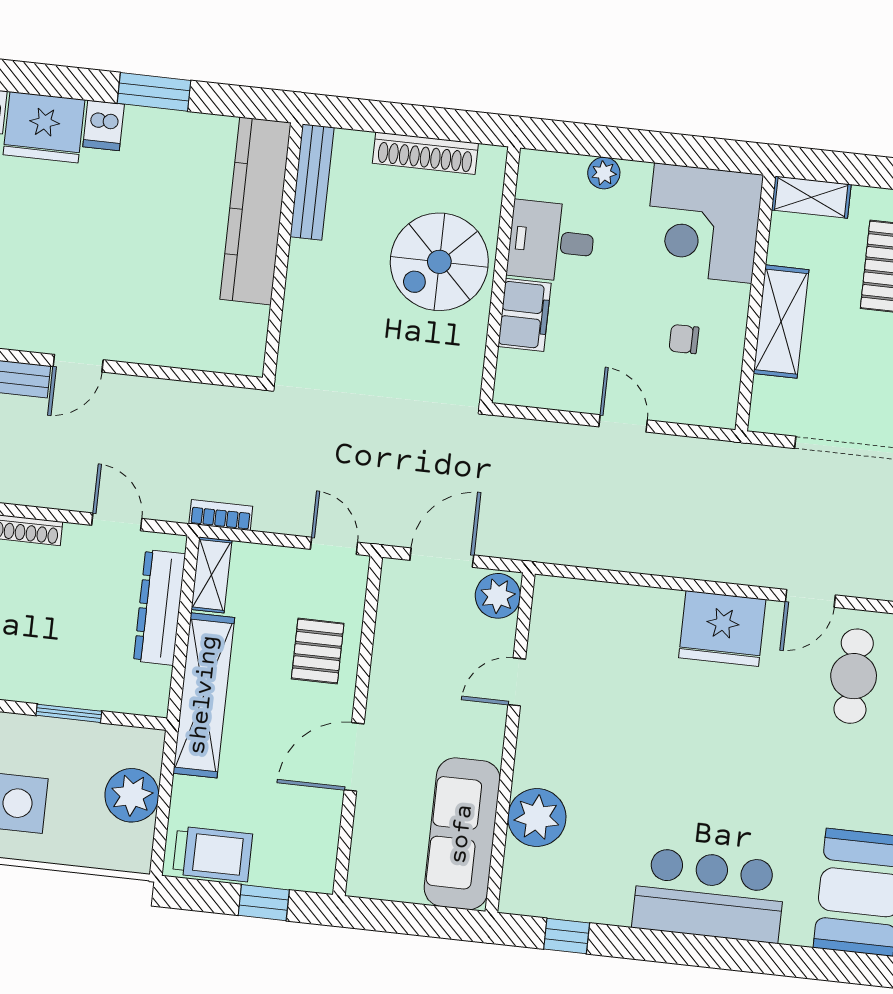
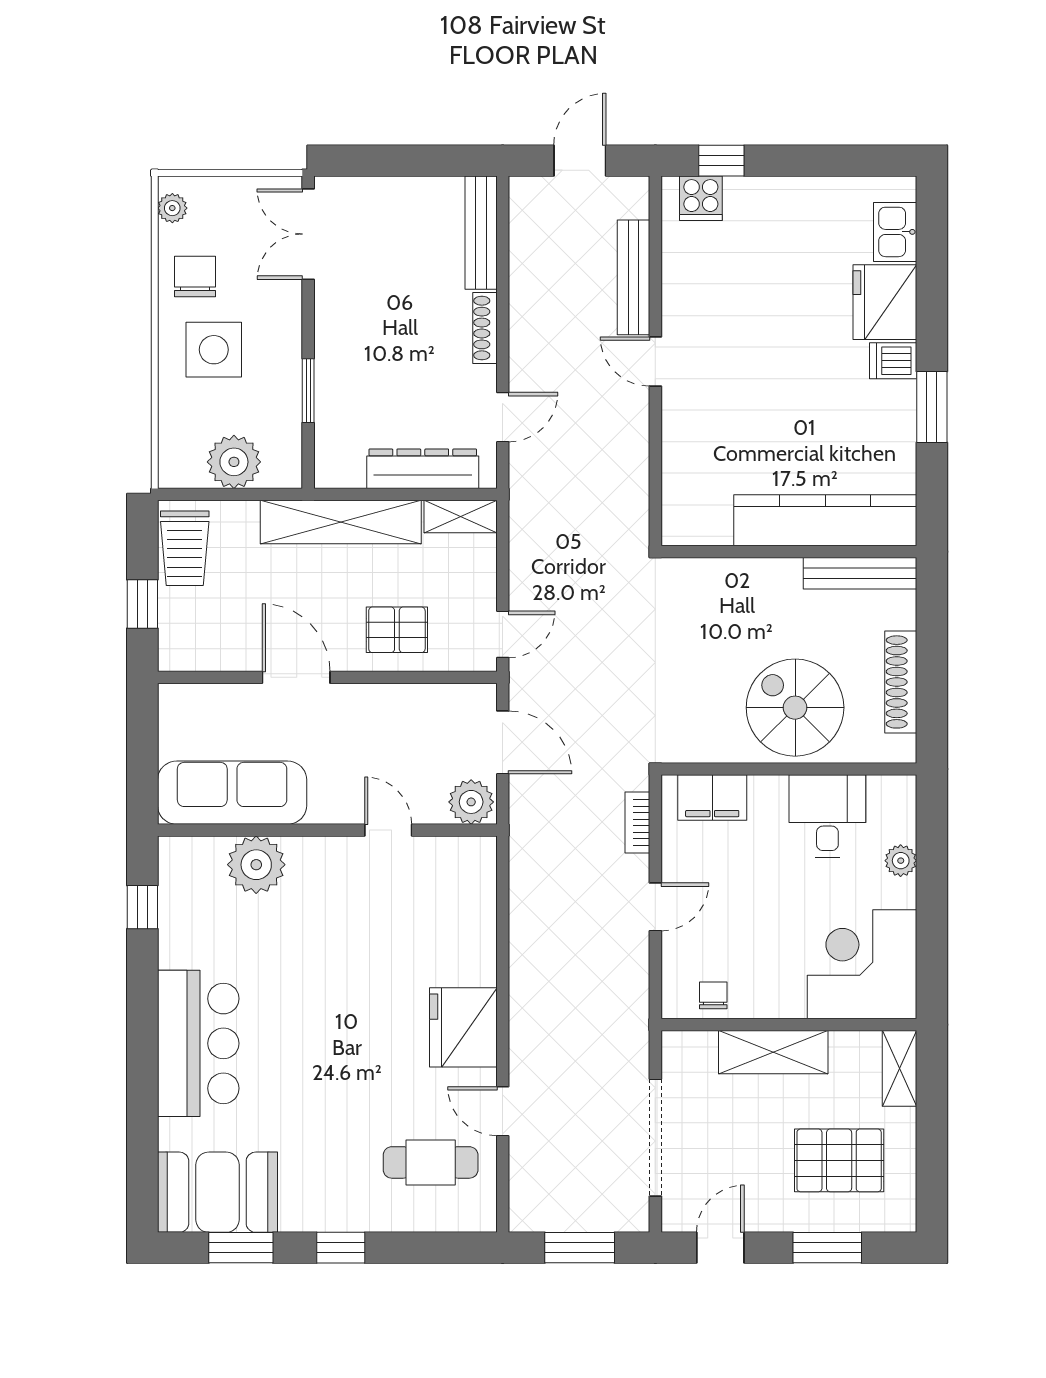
filing cabinet: (524, 315) -> (712, 798), moved
chair: (684, 339) -> (713, 995), moved
bookcase: (221, 515) -> (637, 823), moved, turned 180

